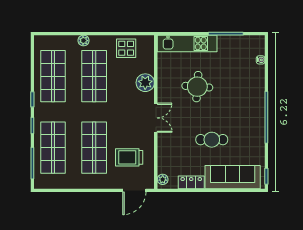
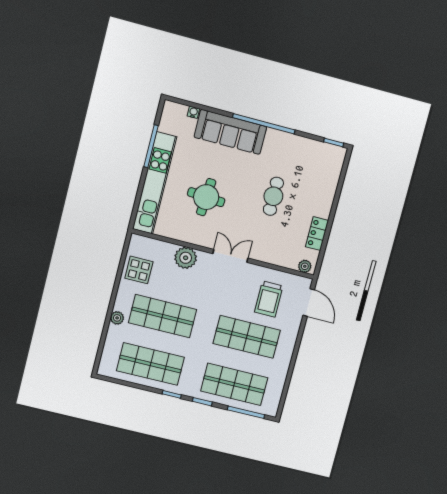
kitchen unit: (187, 43) -> (155, 183), width x1.36
sofa: (233, 177) -> (230, 132), moved, turned -90

